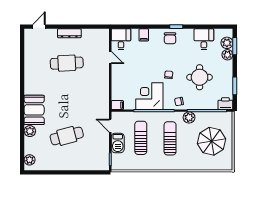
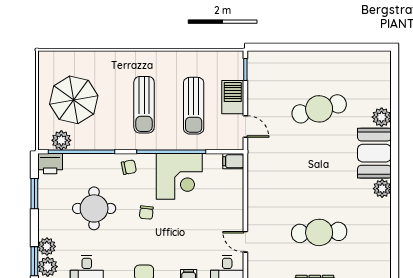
plant: (189, 117) -> (61, 140), moved
plant: (30, 160) -> (382, 189), moved

